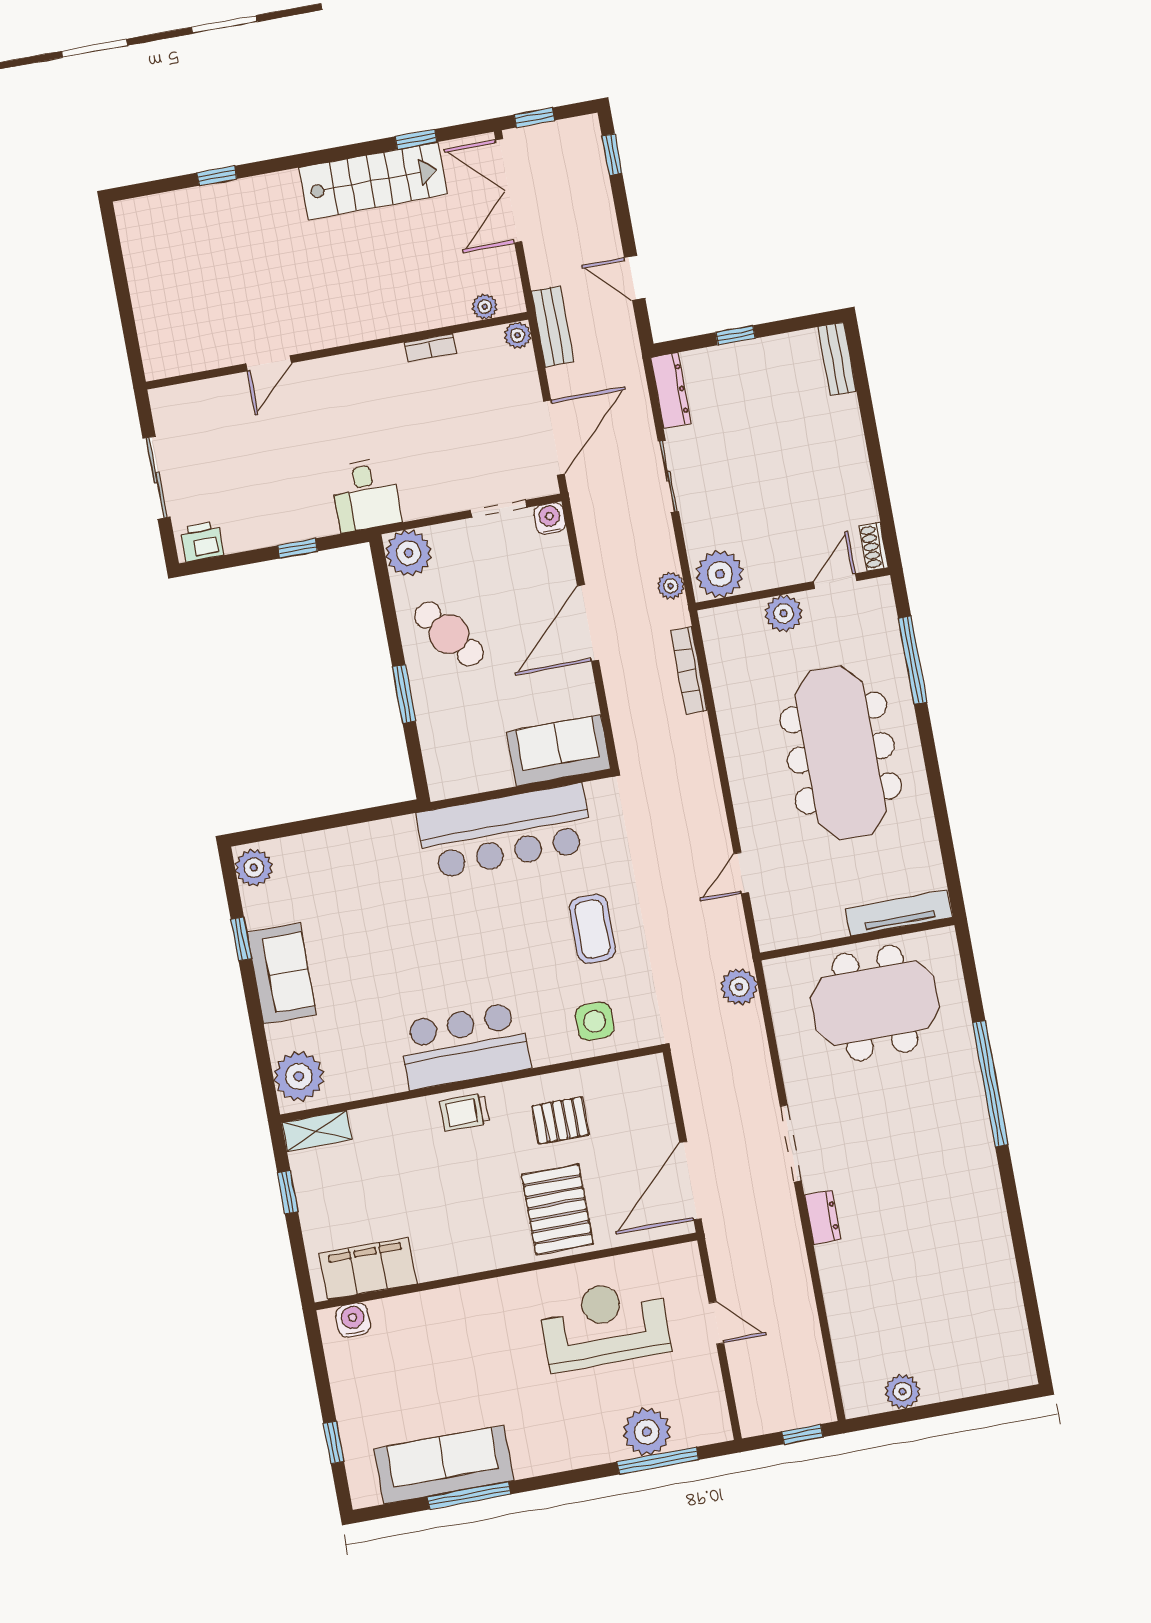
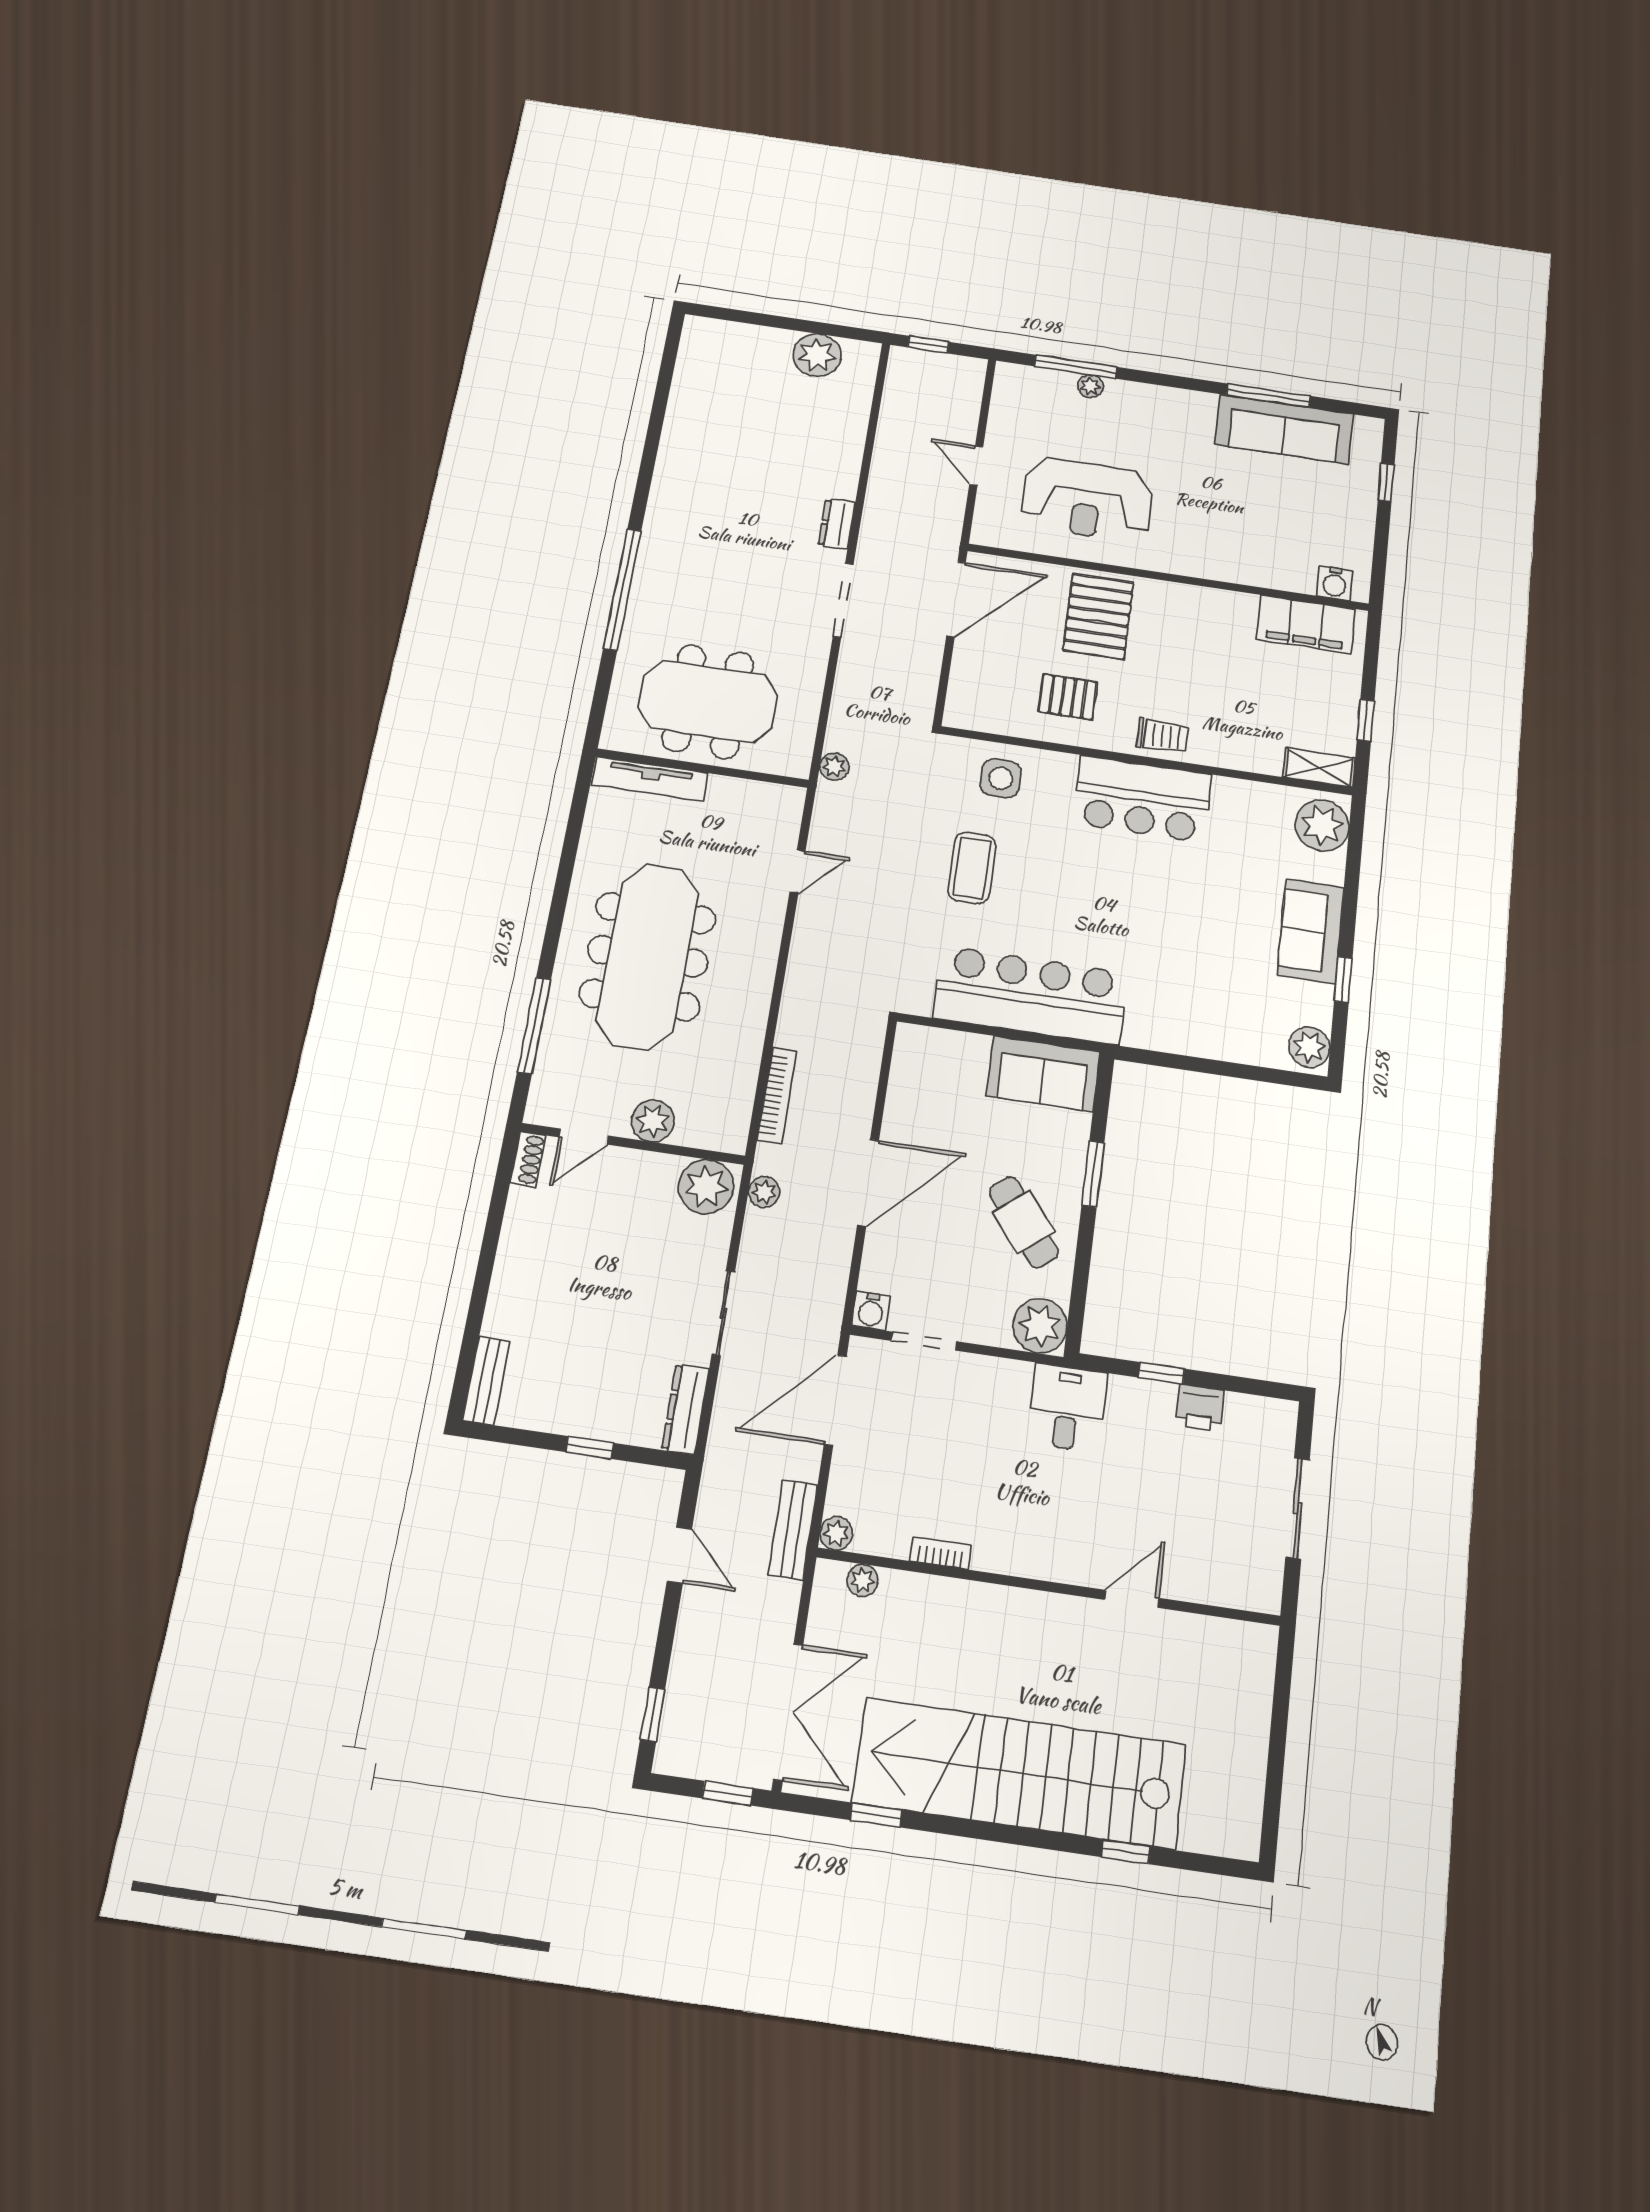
stairs: (373, 181) -> (1020, 1773), width x1.86, depth x1.51
printer: (202, 542) -> (1200, 1408), moved
sofa: (559, 750) -> (1043, 1074), moved
plant: (739, 987) -> (834, 767), width x0.73, depth x0.73
plant: (902, 1391) -> (817, 355), width x1.36, depth x1.36
plant: (647, 1432) -> (1090, 386), width x0.53, depth x0.53

